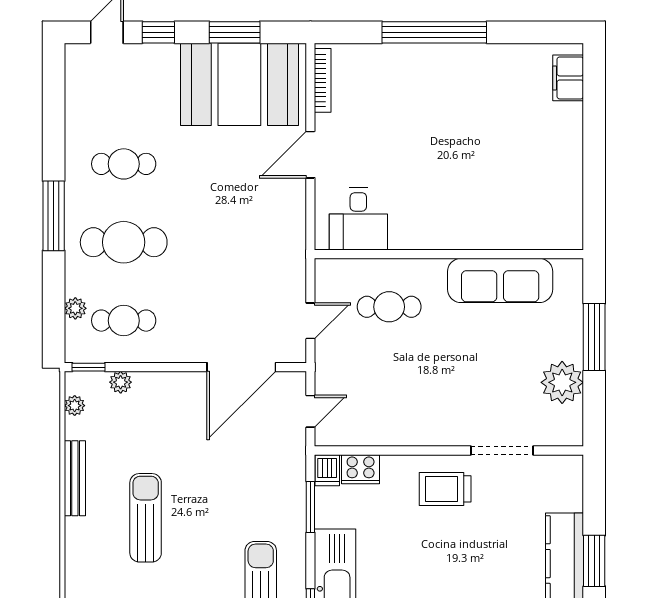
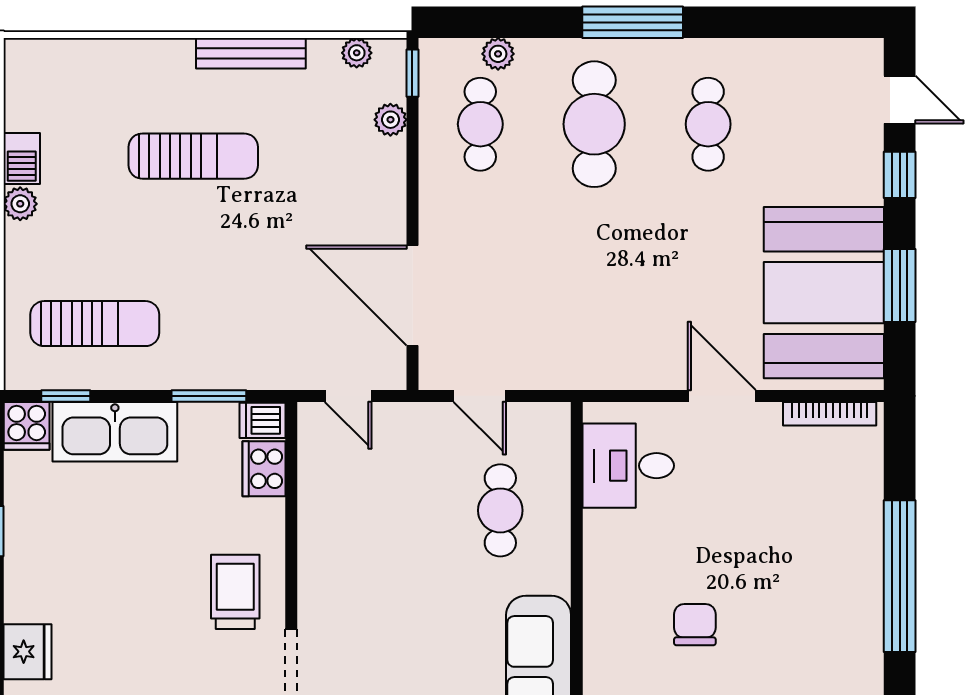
chair: (468, 173) -> (695, 625), added

